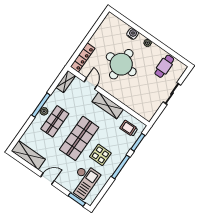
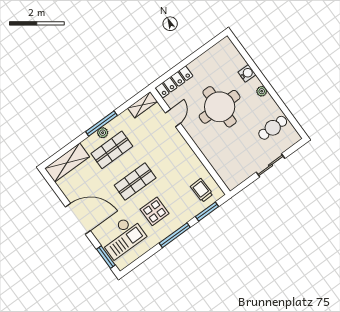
shelving: (108, 105) -> (185, 153), removed
shop shelf: (79, 138) -> (135, 182), width x0.70, depth x0.74
shelving: (28, 155) -> (67, 163), moved, turned 90
door: (47, 179) -> (78, 219), width x1.87

